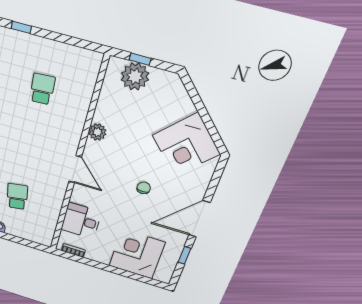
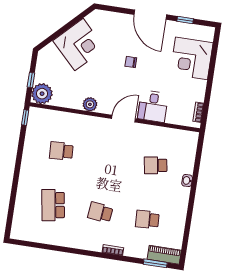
window: (21, 27) -> (25, 117), moved
plant: (135, 76) -> (42, 94), moved
corner desk: (186, 145) -> (79, 45), moved
desk: (81, 221) -> (153, 106), moved

